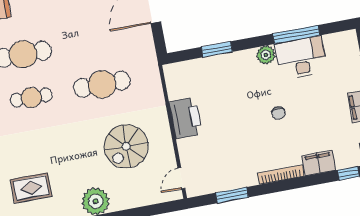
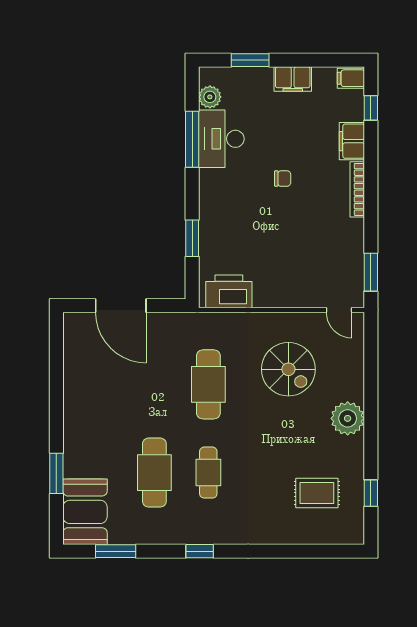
plant: (266, 55) -> (210, 97), moved
printer: (186, 118) -> (229, 291), moved
rug: (31, 188) -> (317, 493), turned 90
window: (232, 195) -> (371, 272), moved

